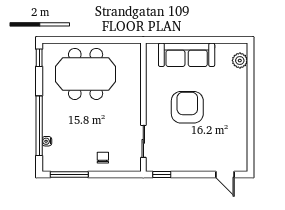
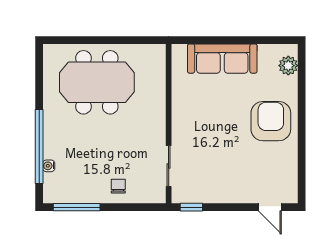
window: (39, 58) -> (39, 62), removed
armchair: (187, 107) -> (271, 121), moved

